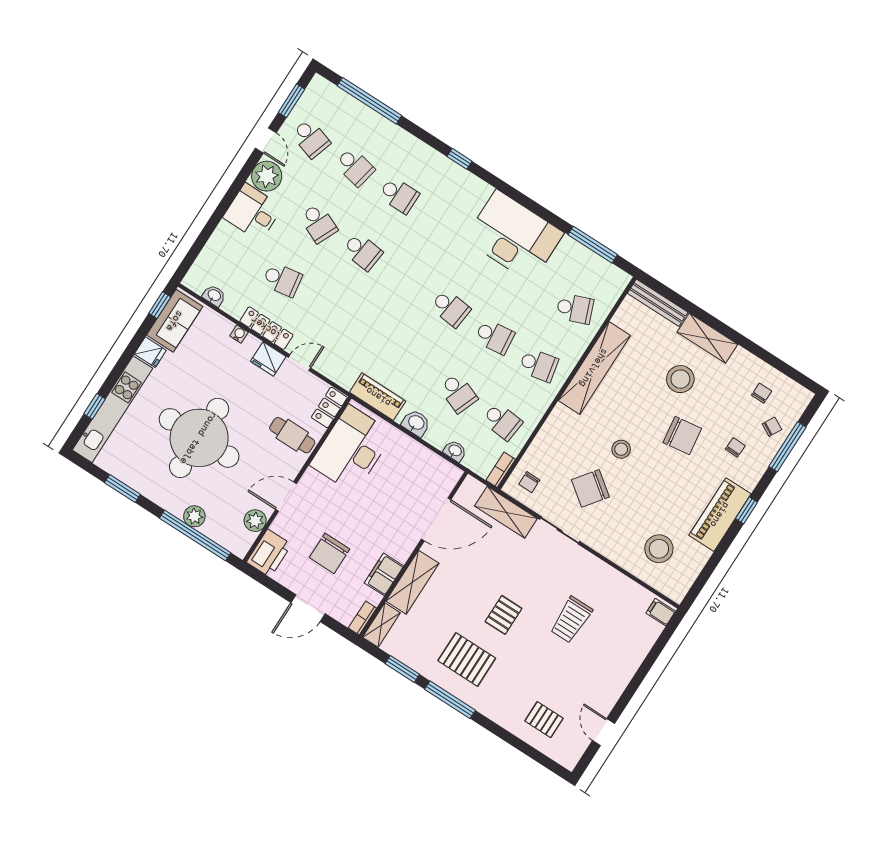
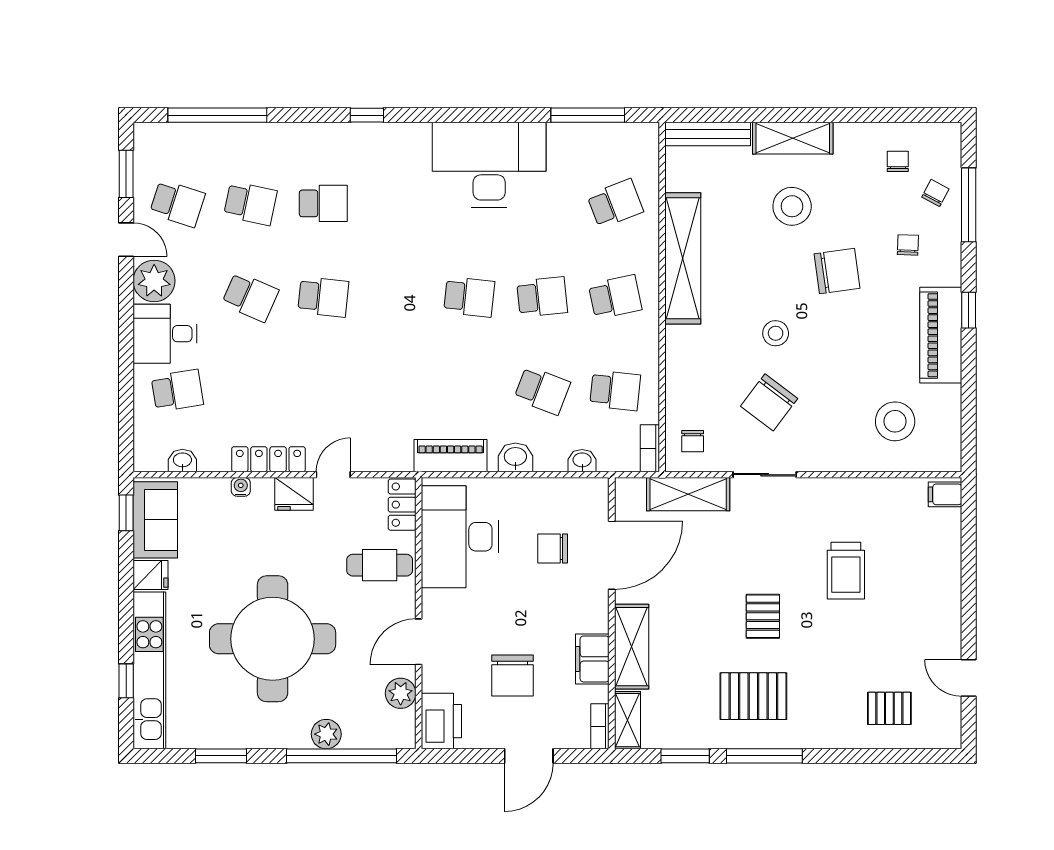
school desk: (282, 280) -> (177, 390), moved
chair: (403, 492) -> (553, 549), added

